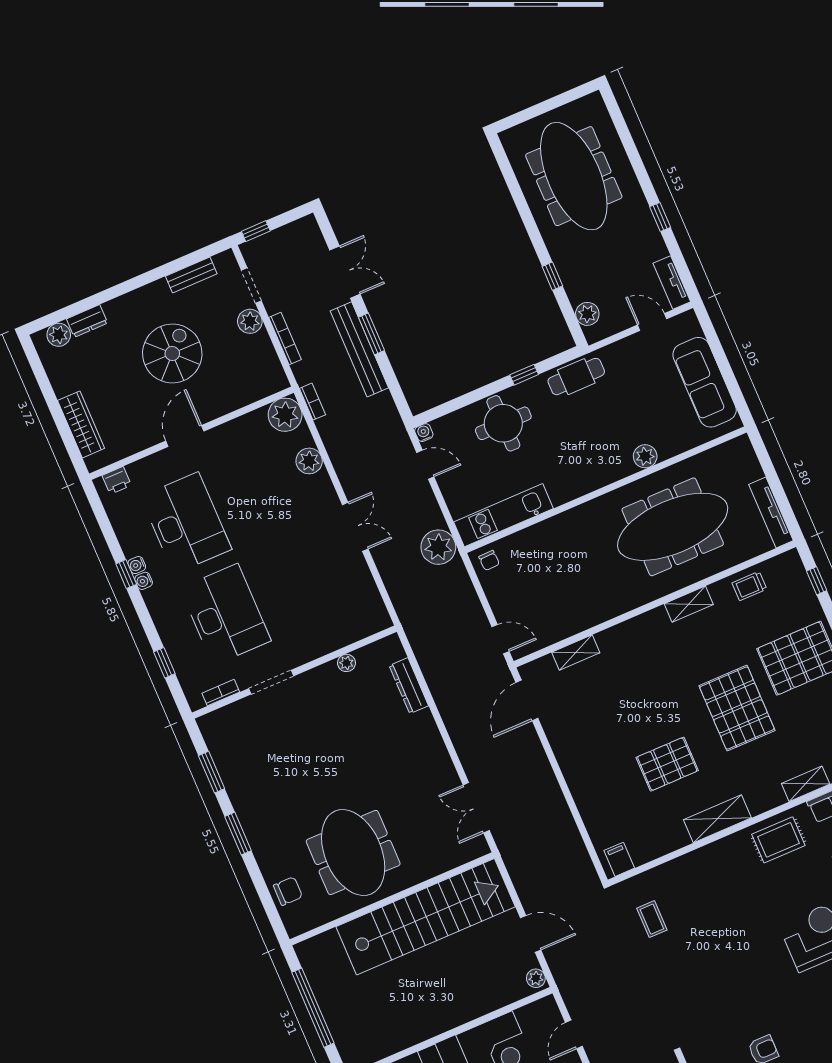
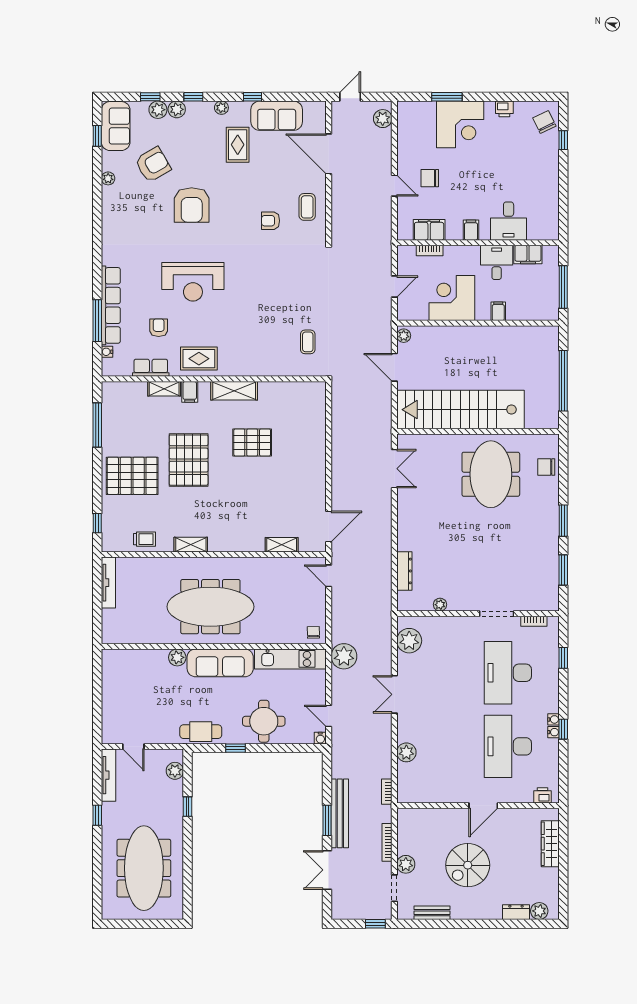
tv unit: (672, 282) -> (109, 775), width x1.41
sofa: (705, 382) -> (220, 663), moved, turned 90
plant: (285, 415) -> (409, 641), moved
meeting table: (673, 527) -> (210, 607), moved
filing cabinet: (619, 859) -> (190, 392), moved

